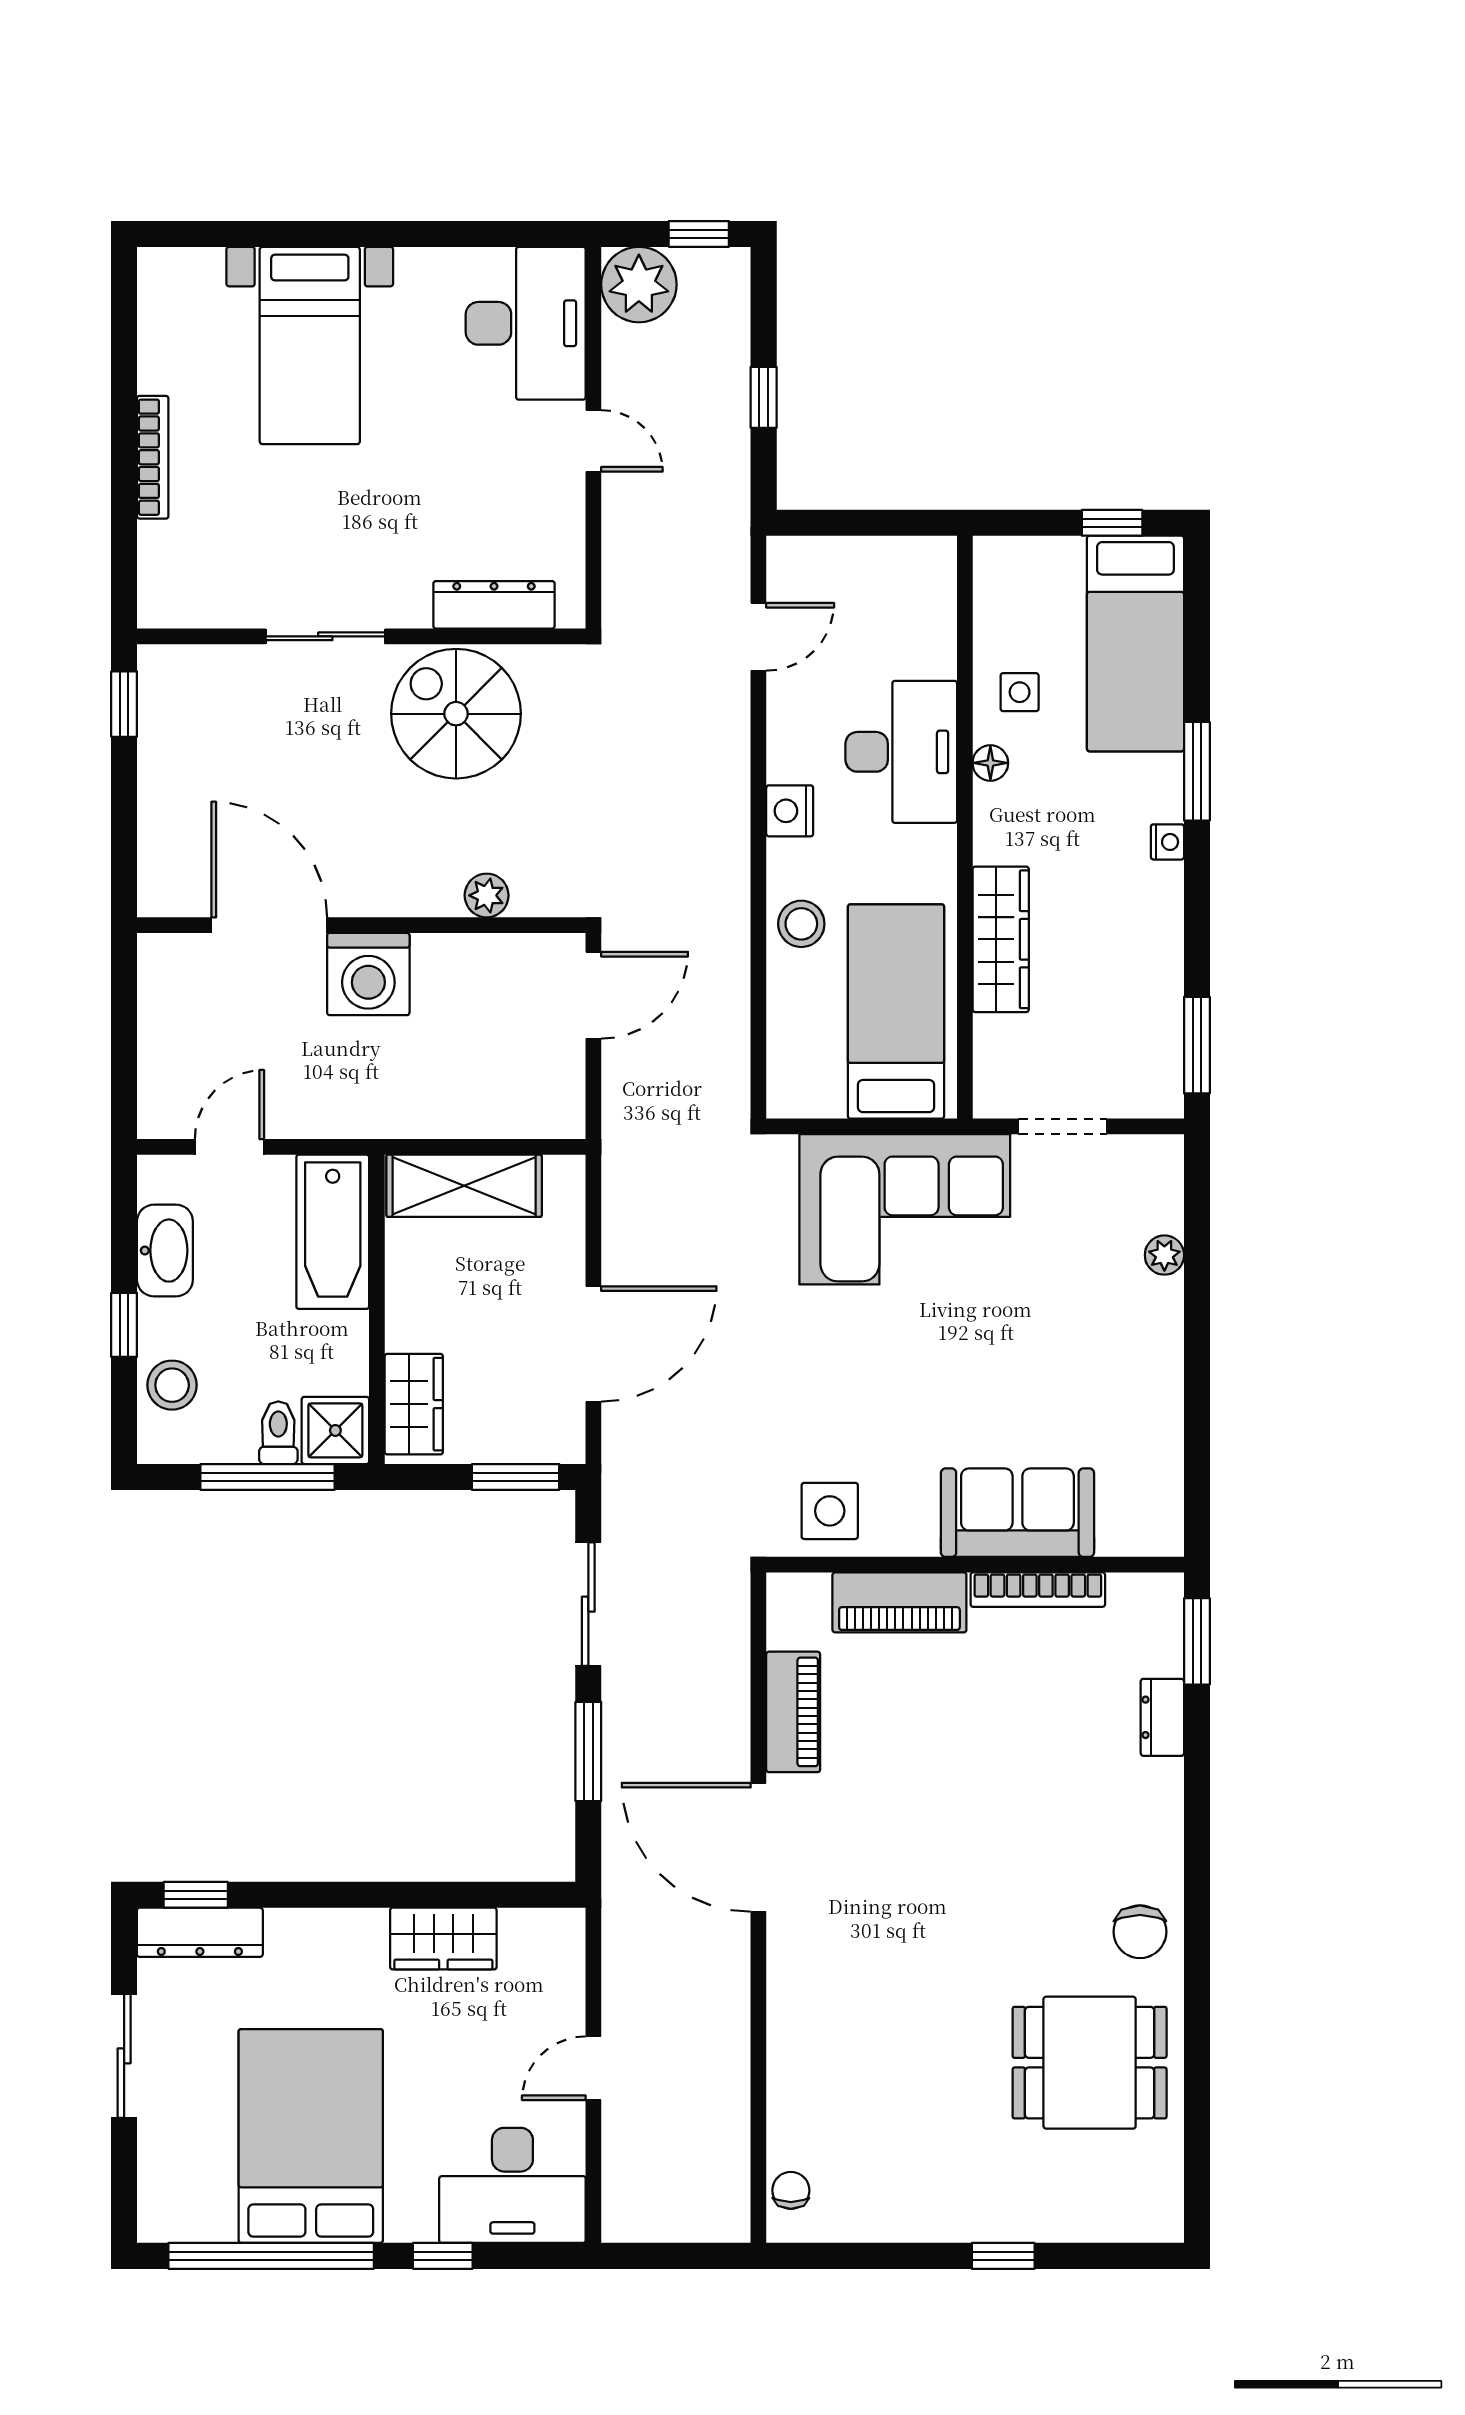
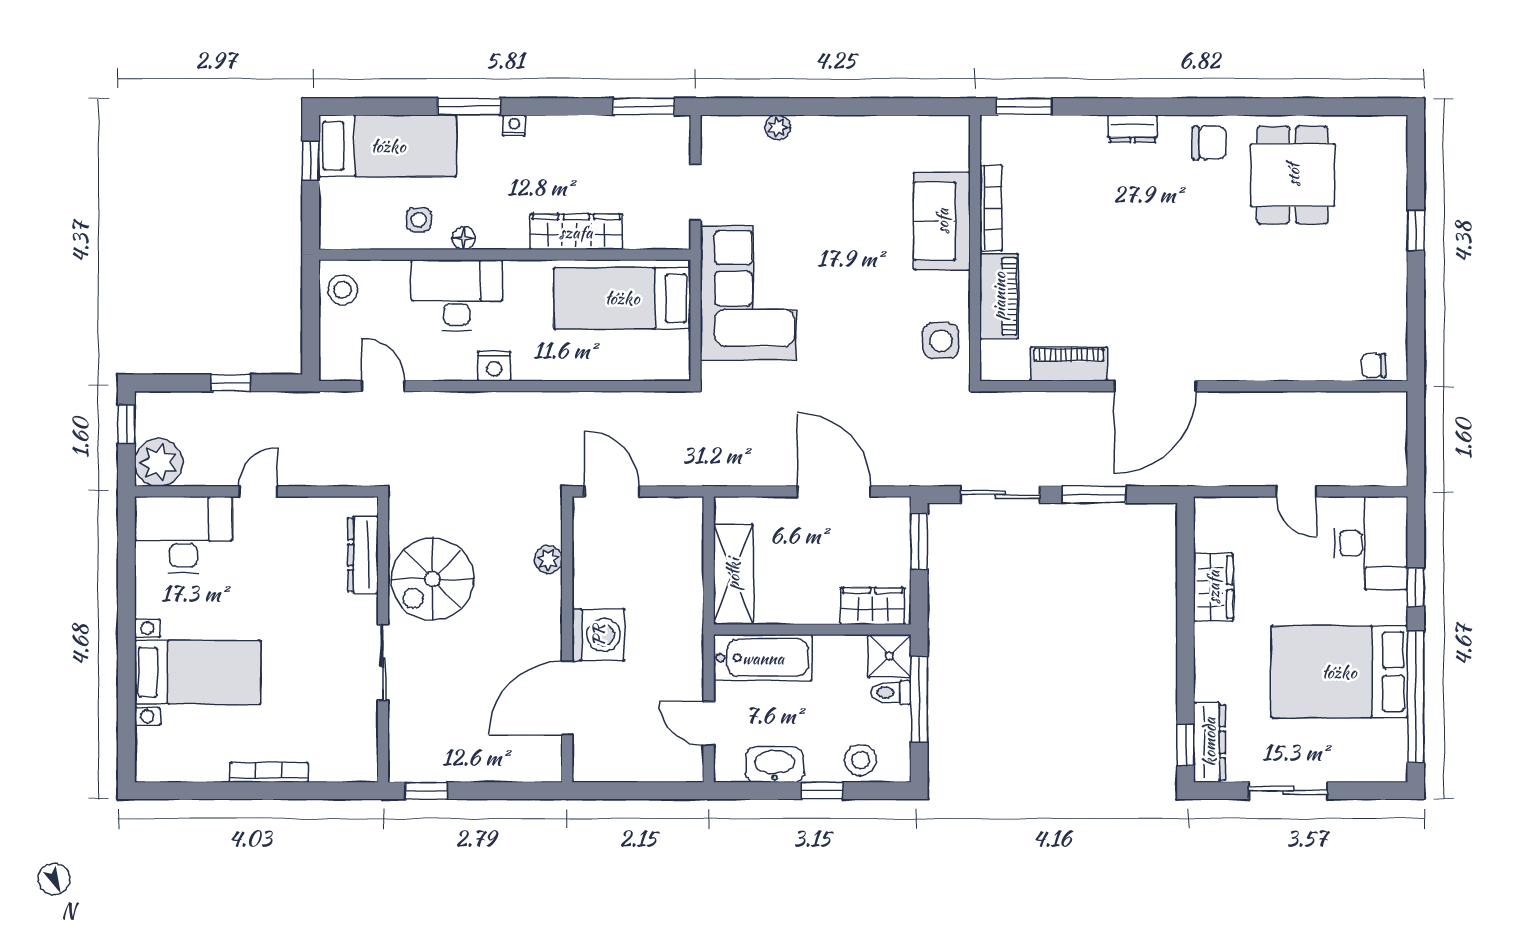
stool: (801, 924) -> (342, 290), moved
dresser: (1162, 1717) -> (1132, 129), moved

